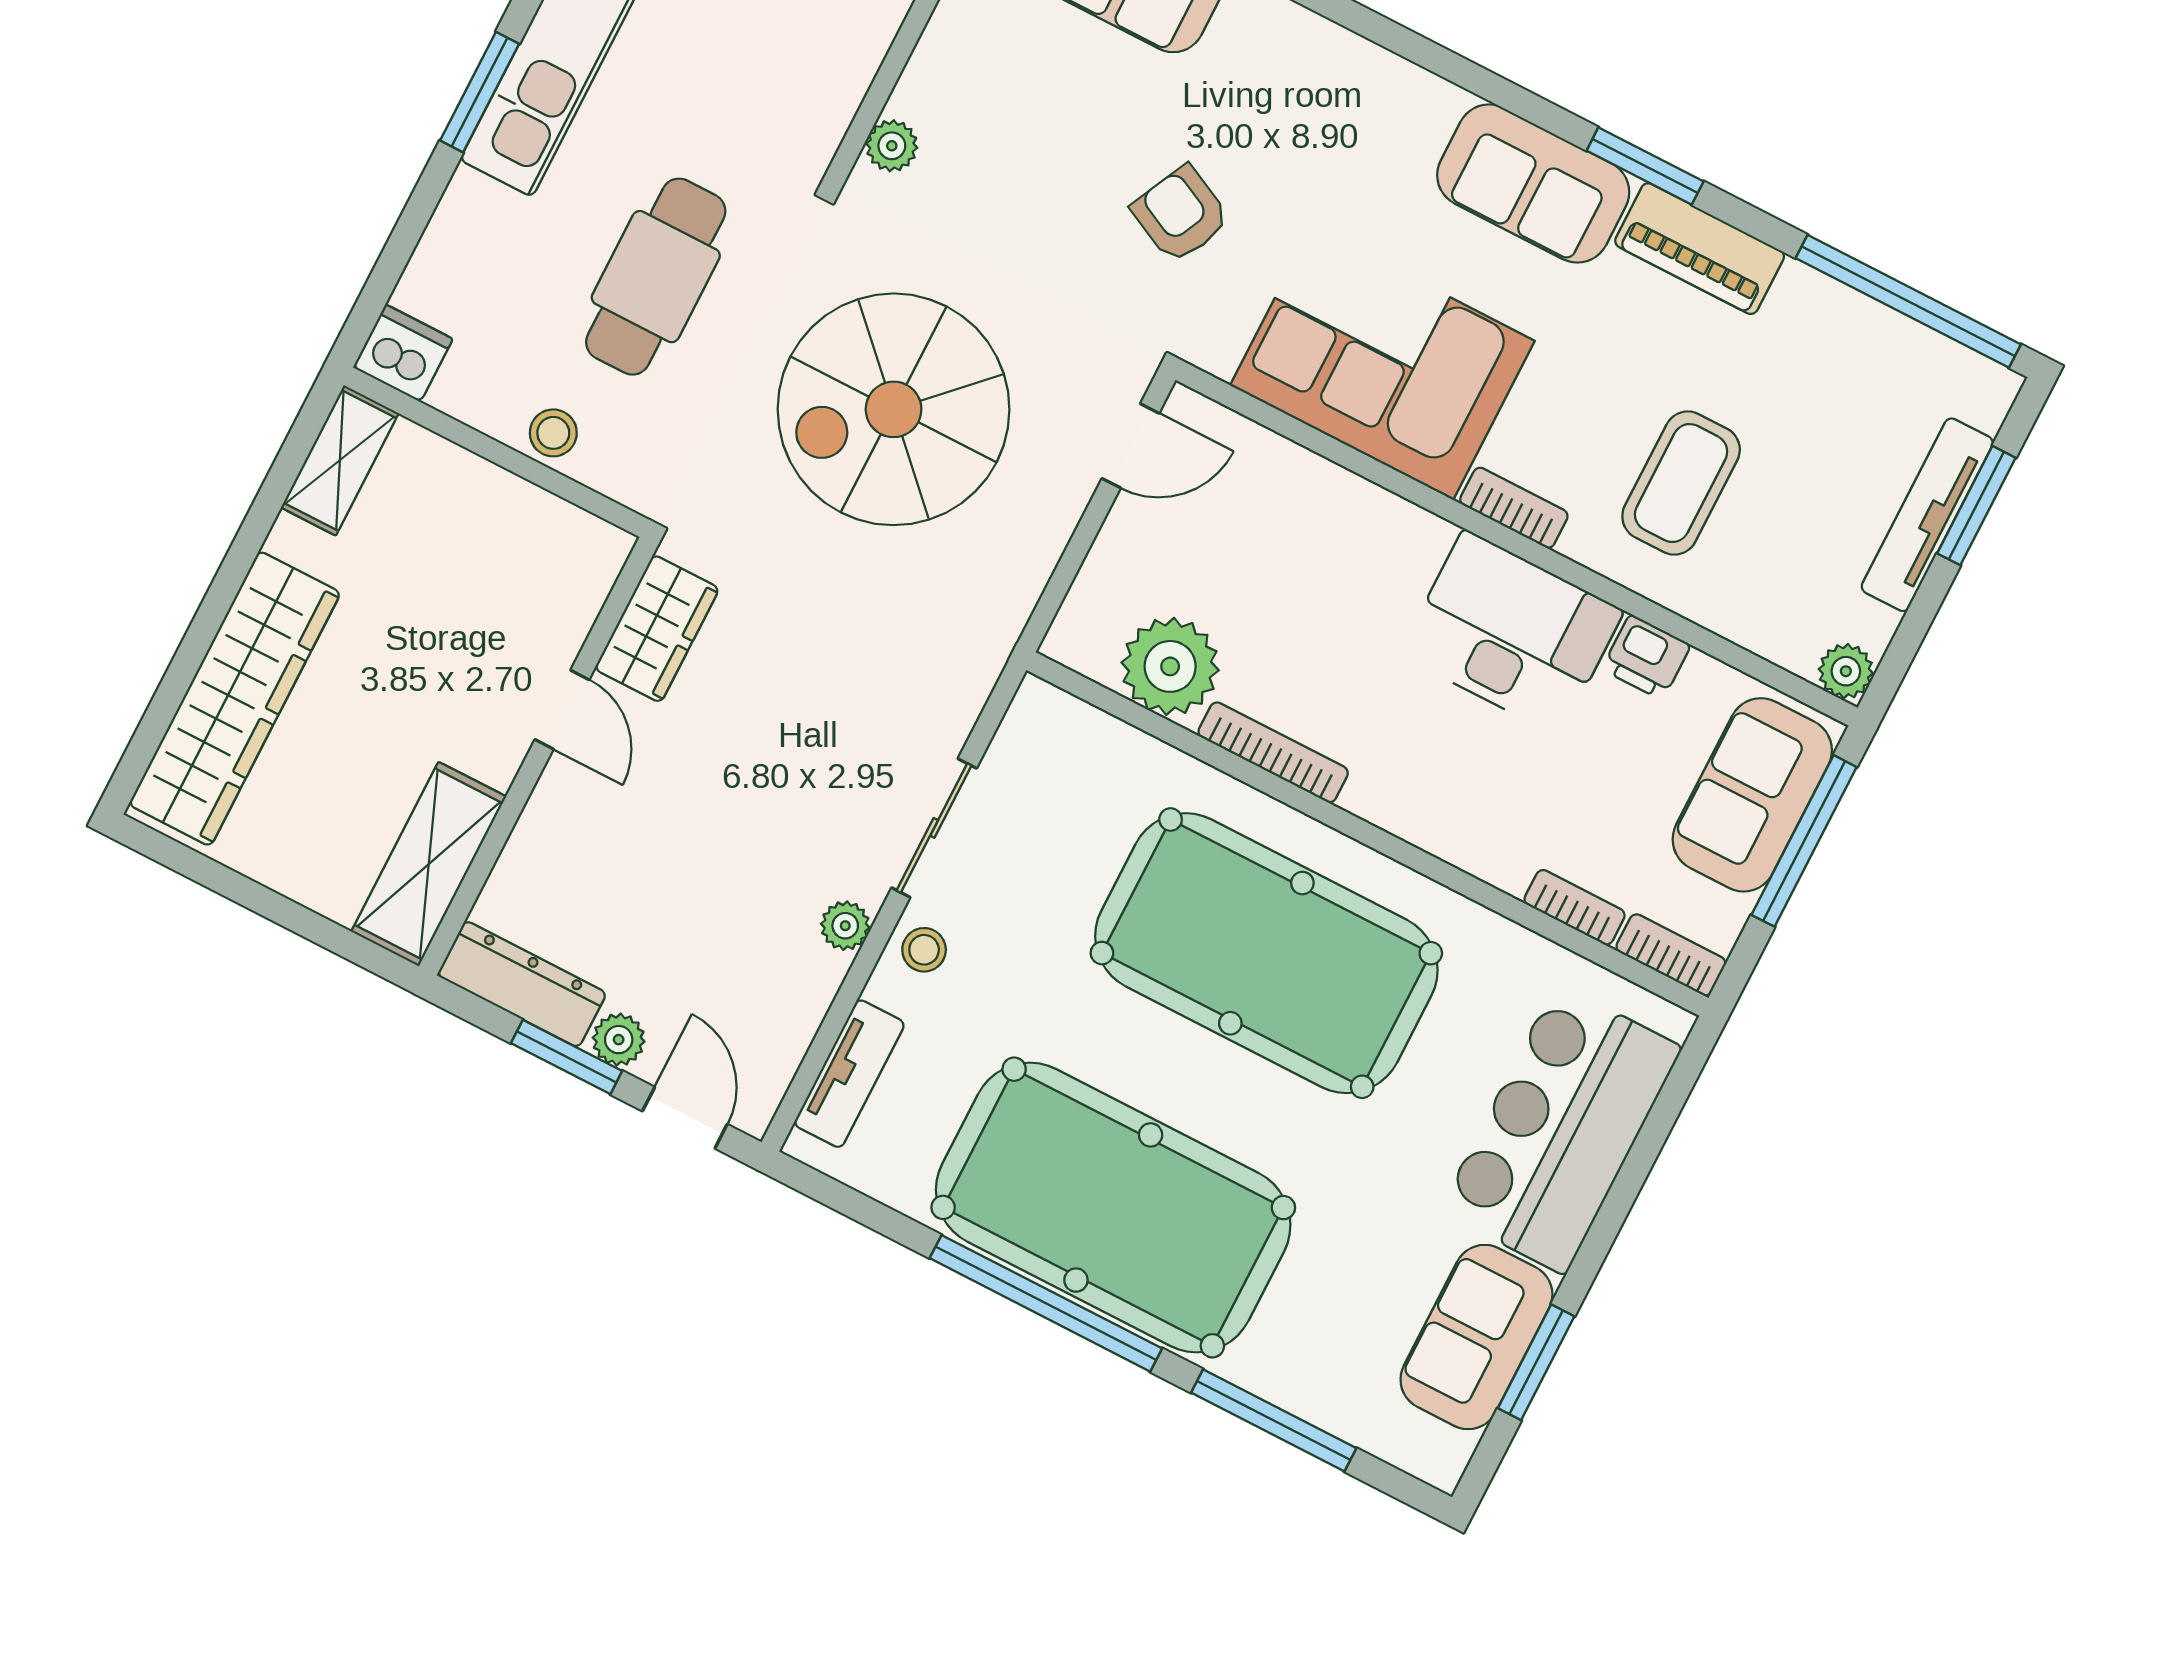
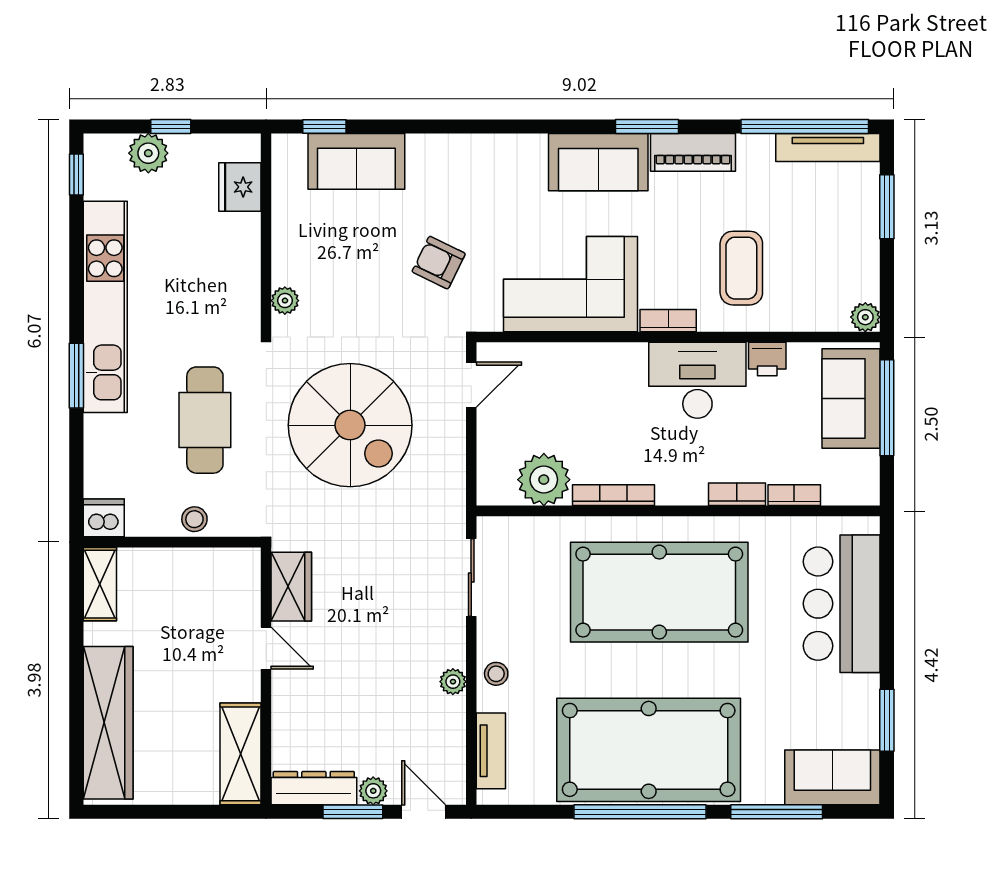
spiral stairs: (894, 409) -> (350, 425), turned -90
tv unit: (1927, 515) -> (828, 148), moved, turned -90
sliding door: (934, 828) -> (471, 578), moved
bookcase: (1671, 955) -> (737, 494), moved
sofa: (1476, 1337) -> (832, 777), moved, turned 90

